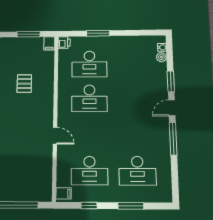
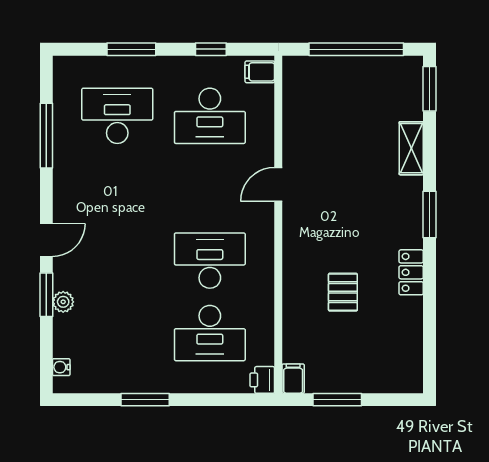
window: (98, 33) -> (145, 400), moved
plant: (161, 57) -> (63, 302), moved
desk: (89, 64) -> (210, 333), turned 180
door: (55, 136) -> (278, 184), hinge flipped
window: (173, 139) -> (46, 136), moved
desk: (90, 171) -> (210, 116), turned 180

